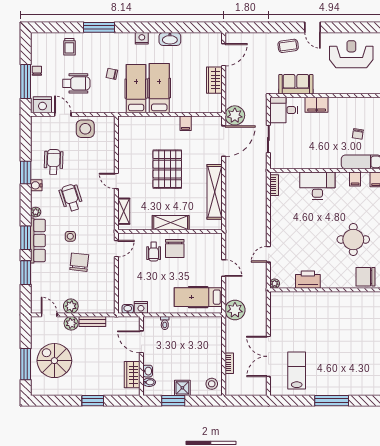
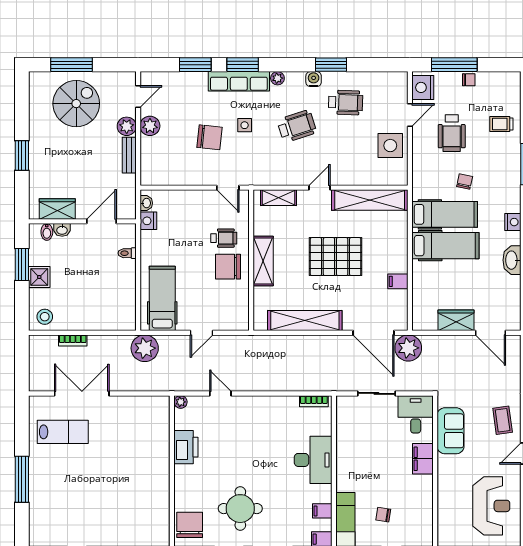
shelving: (126, 144) -> (370, 200), added
wheelchair: (154, 252) -> (224, 238), turned 180

